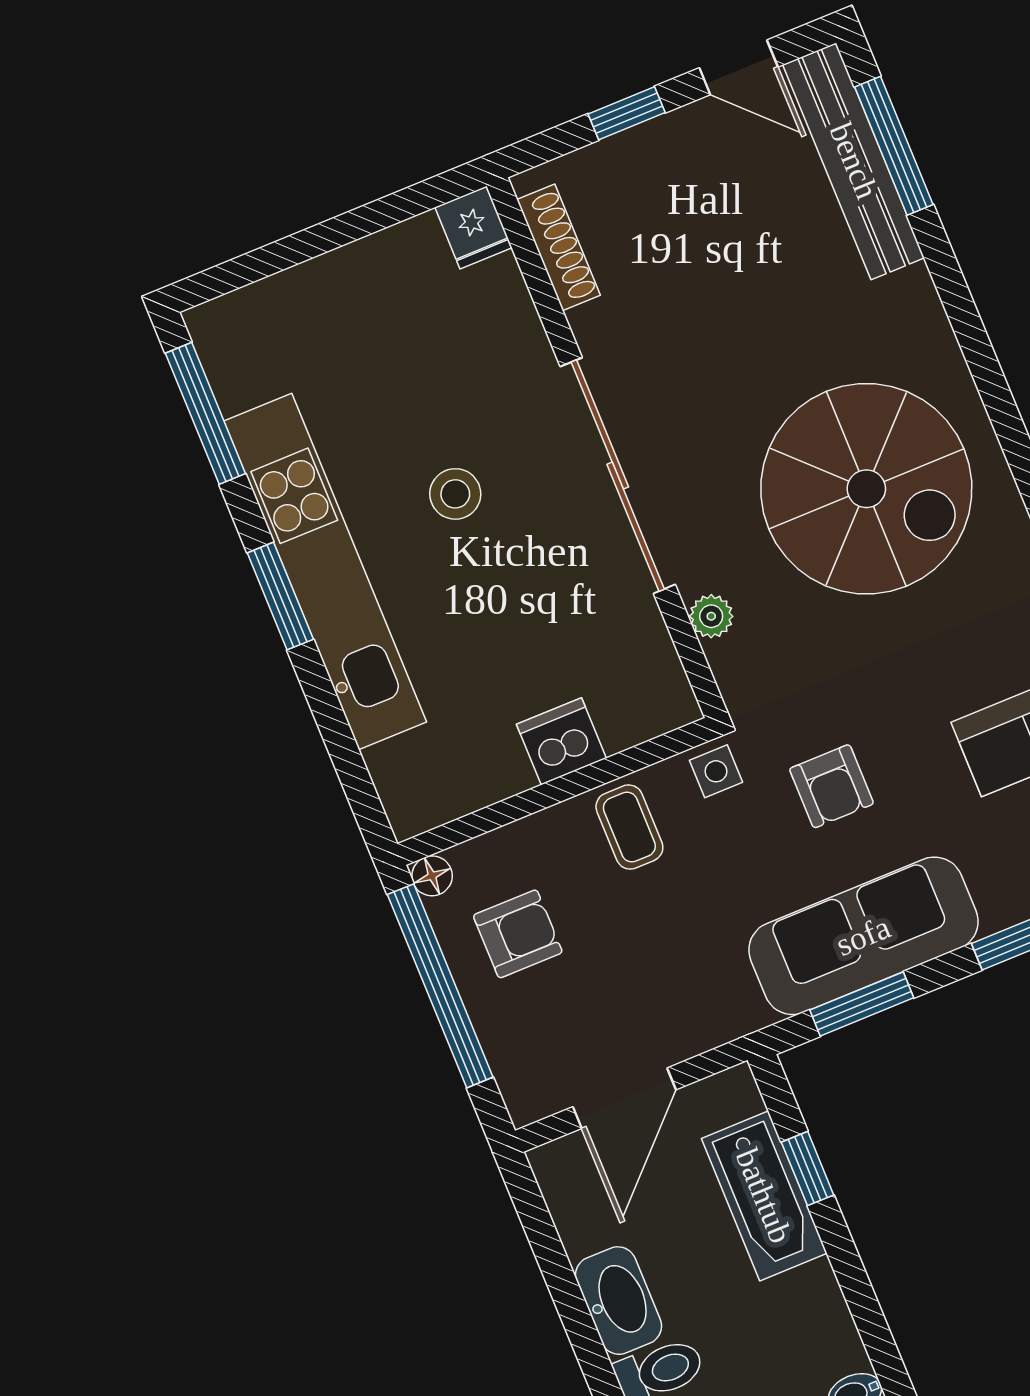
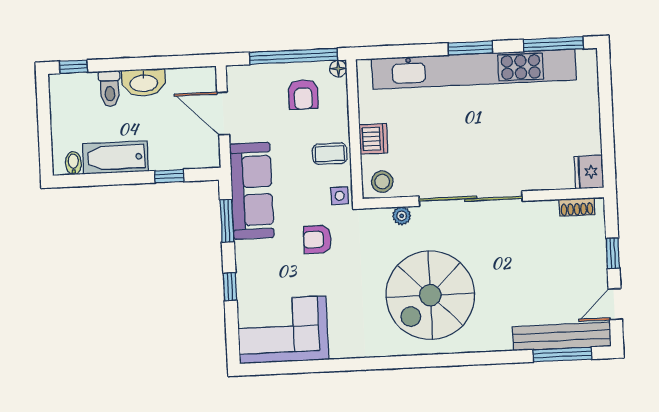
fridge: (474, 228) -> (589, 172), width x1.38
shoe rack: (559, 247) -> (577, 207), width x0.70
stool: (455, 494) -> (382, 182), moved
kitchen unit: (325, 571) -> (474, 69), width x1.36
sofa: (863, 936) -> (252, 191), moved
bathtub: (764, 1196) -> (115, 157), moved

